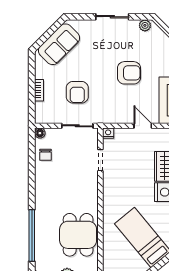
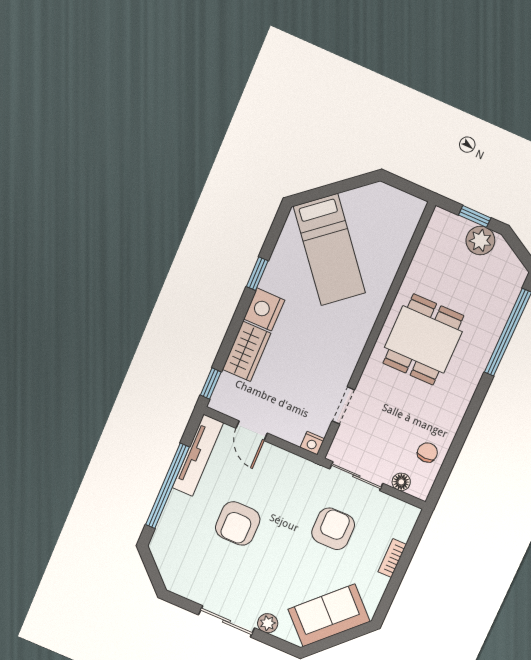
plant: (145, 25) -> (268, 623), moved
armchair: (129, 73) -> (238, 524), turned -90
floor lamp: (40, 133) -> (401, 482), moved
dining table: (78, 235) -> (423, 339), moved

